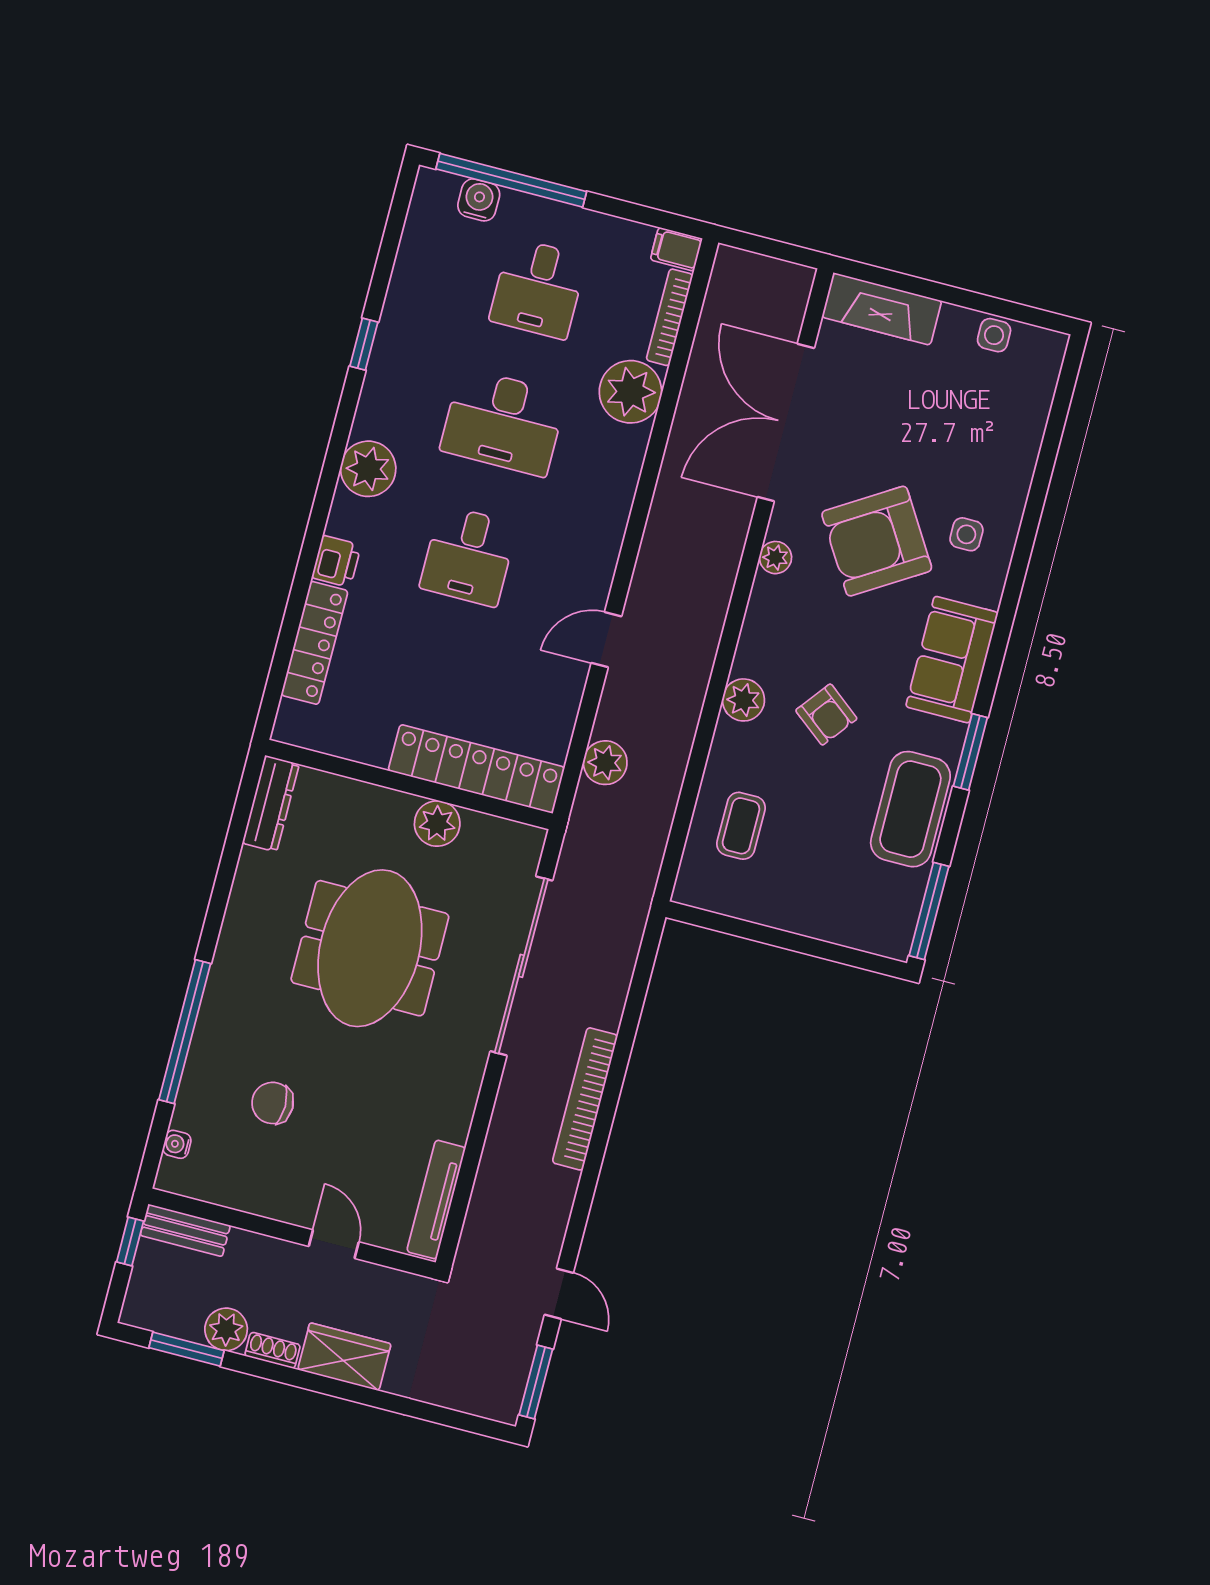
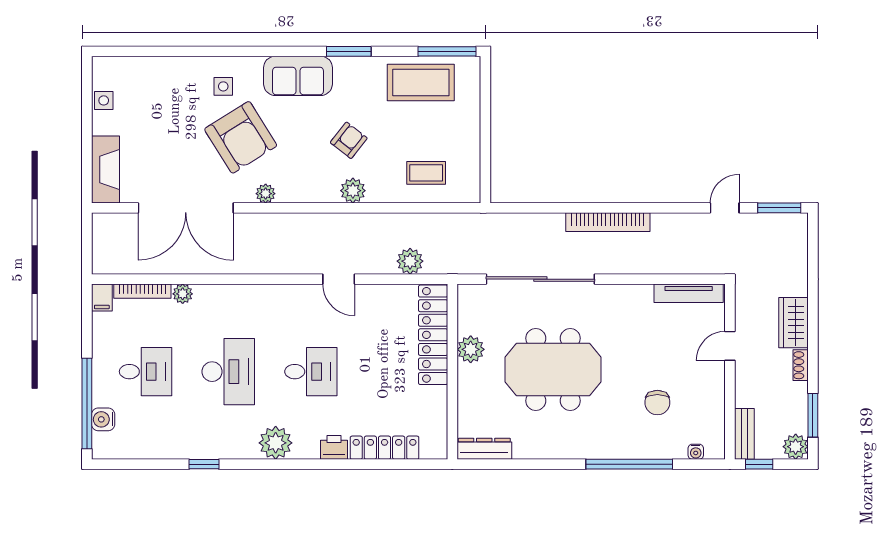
plant: (630, 392) -> (183, 294), width x0.53, depth x0.53
coffee table: (910, 809) -> (421, 83), moved
plant: (226, 1329) -> (796, 447), moved

